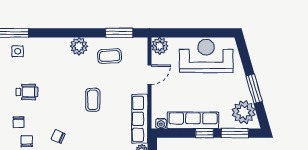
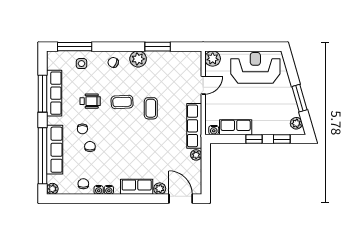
window: (119, 33) -> (158, 47), moved
coffee table: (110, 56) -> (122, 102), moved
plant: (244, 112) -> (296, 123), width x0.53, depth x0.53
row of seats: (193, 120) -> (236, 127), width x0.68
window: (235, 133) -> (282, 139), width x0.67
chair: (58, 137) -> (113, 62), moved

